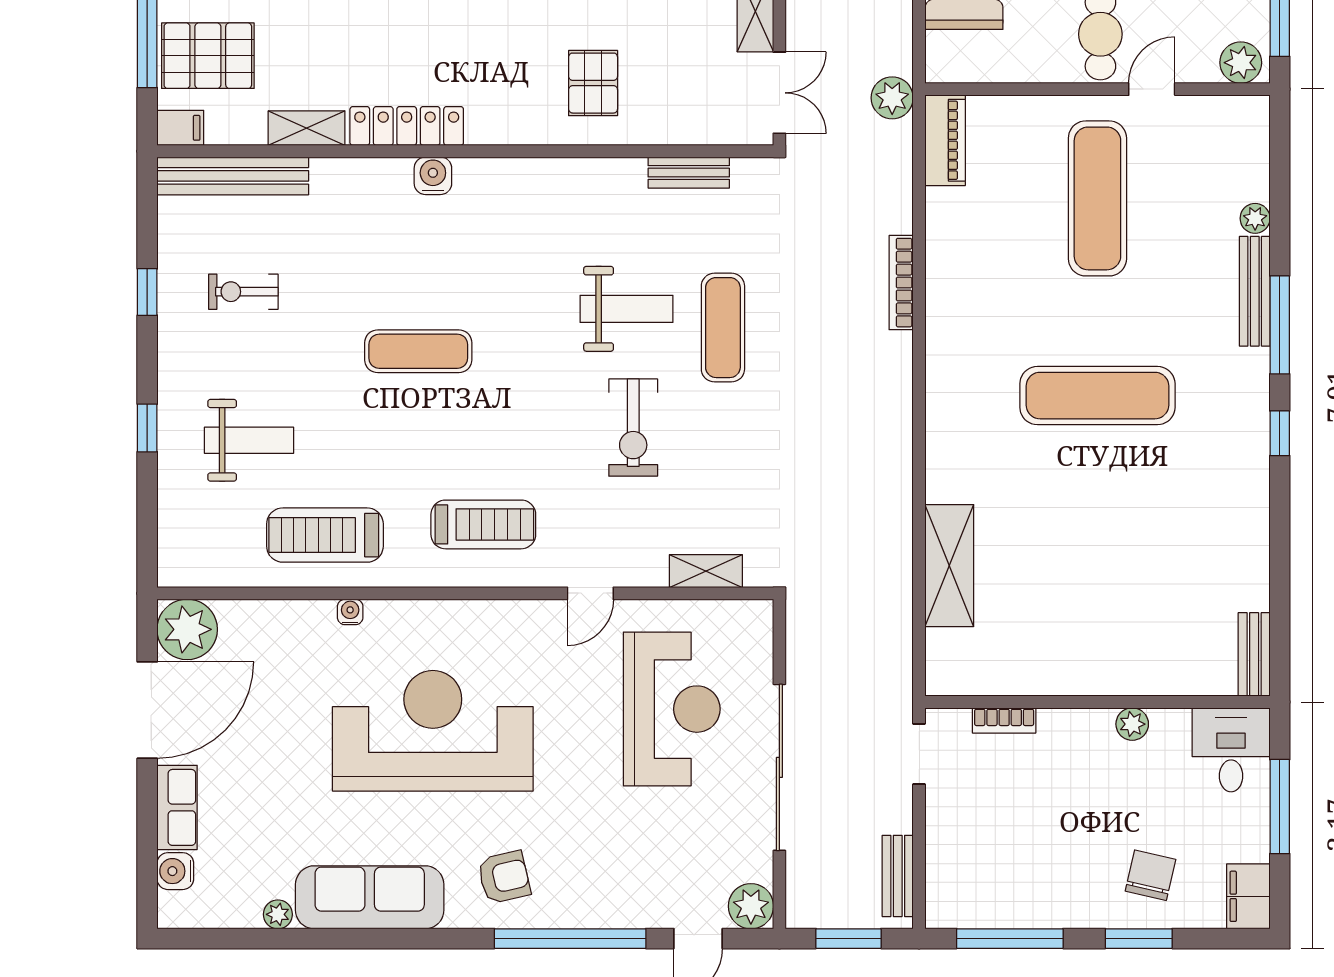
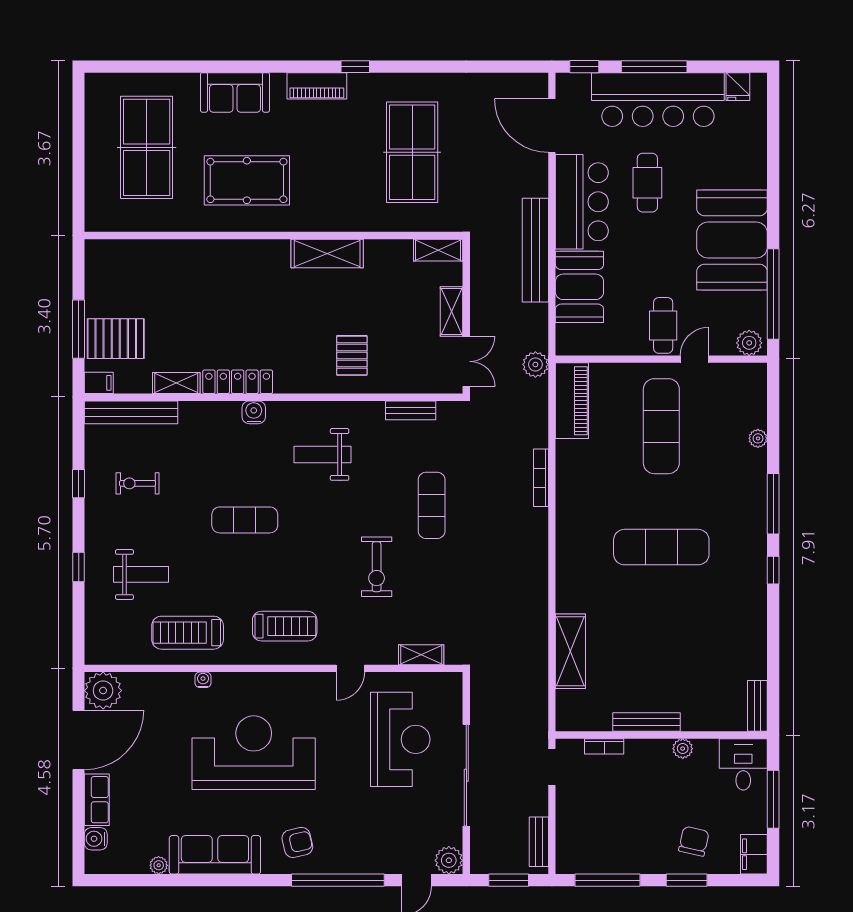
piano: (945, 140) -> (572, 401), width x1.37, depth x1.33
bench: (1255, 291) -> (647, 722), moved, turned 90
weight bench: (626, 309) -> (322, 454), moved, turned 180

